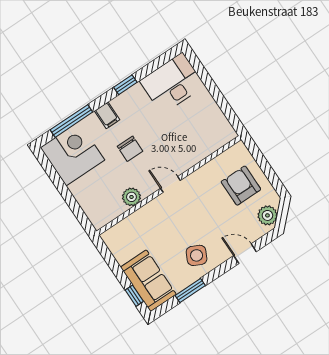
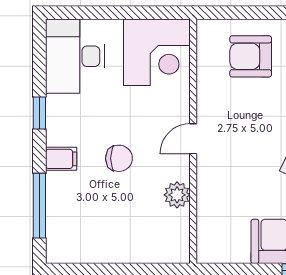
corner desk: (72, 154) -> (157, 52), moved, turned 180

